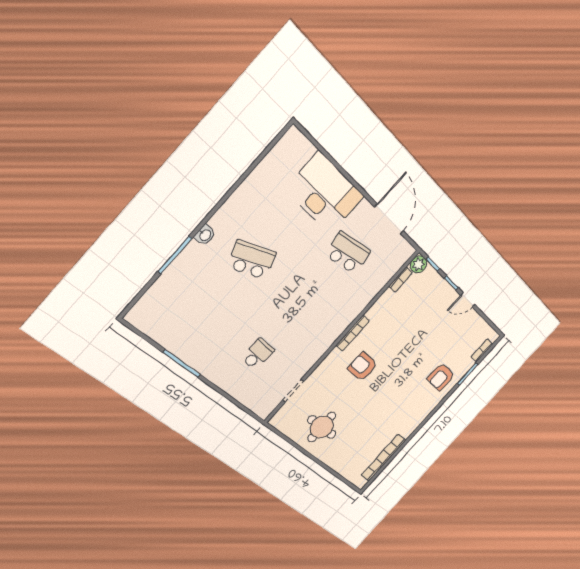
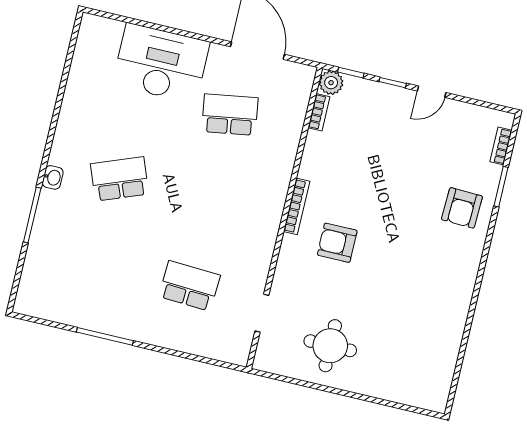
school desk: (258, 354) -> (189, 286), width x1.85
bookcase: (384, 458) -> (449, 354), removed

